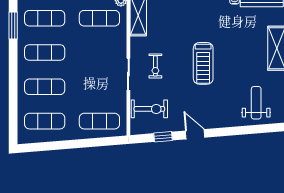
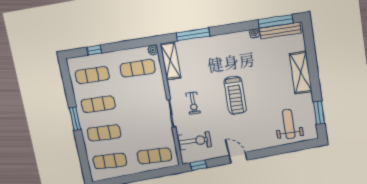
window: (13, 25) -> (75, 119), moved
window: (163, 137) -> (198, 165), moved

